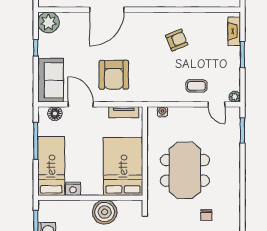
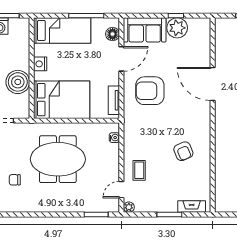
plant: (48, 22) -> (177, 28), moved
nightstand: (73, 189) -> (40, 64), moved

